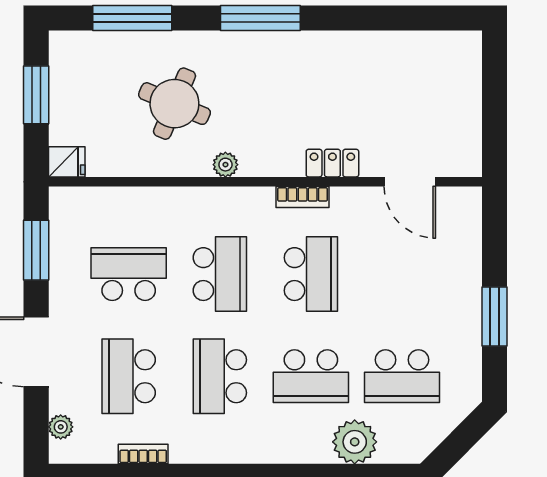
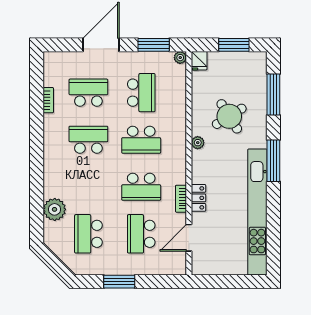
kitchen unit: (360, 49) -> (257, 212), added
round table: (174, 104) -> (229, 116), turned 35
bookcase: (303, 197) -> (181, 199), moved
school desk: (311, 376) -> (141, 234), moved
plant: (61, 427) -> (180, 58), moved

